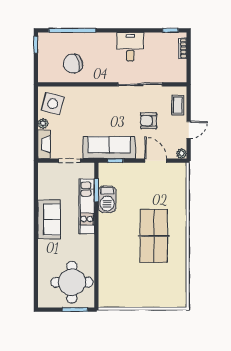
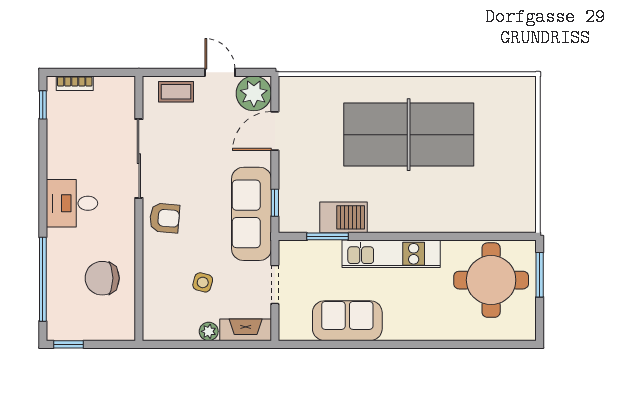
desk: (130, 47) -> (72, 203), moved
chair: (73, 64) -> (102, 278), turned 105
side table: (53, 104) -> (203, 282), moved, width x0.54, depth x0.54
armchair: (149, 121) -> (165, 218), moved, turned -85
plant: (181, 153) -> (254, 93), width x1.87, depth x1.87
kitchen unit: (87, 206) -> (391, 254), moved
sofa: (49, 219) -> (347, 321), moved
table tennis table: (154, 236) -> (409, 135), width x1.36, depth x1.32

